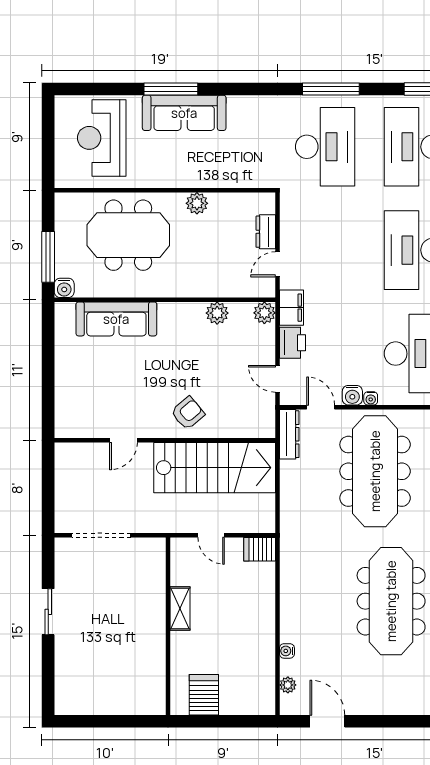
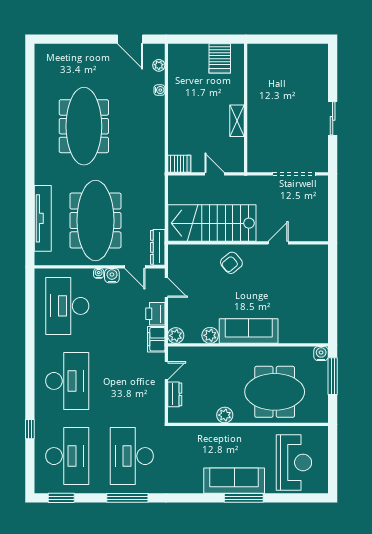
sofa: (116, 319) -> (249, 331), moved

